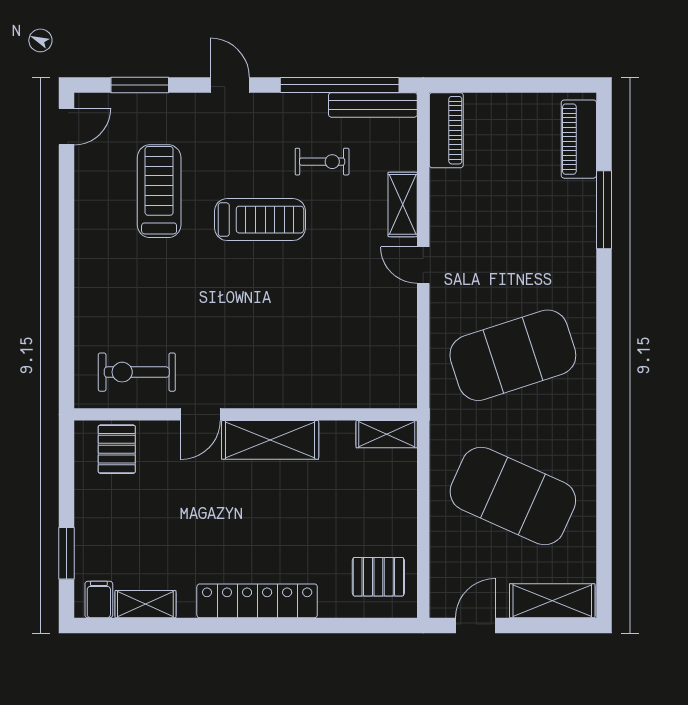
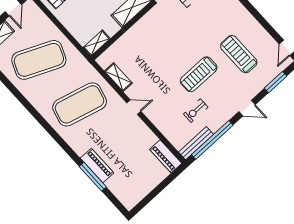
piano: (579, 139) -> (97, 165), moved
treadmill: (159, 191) -> (239, 54), turned 180
shelving: (403, 204) -> (118, 77), moved
exercise mat: (513, 355) -> (80, 104), turned 33

